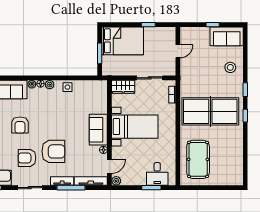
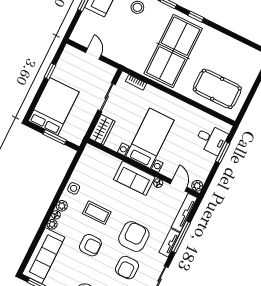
coffee table: (58, 114) -> (97, 213), added
armchair: (20, 125) -> (90, 245), moved

